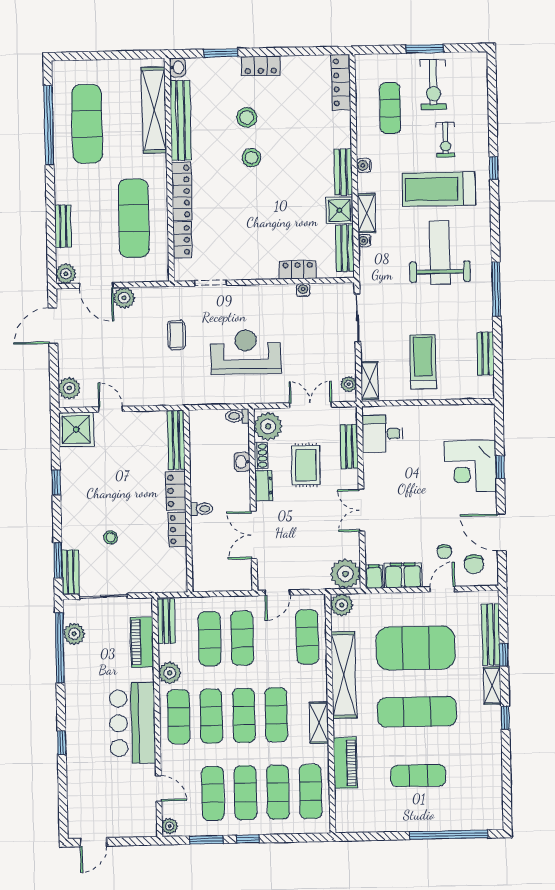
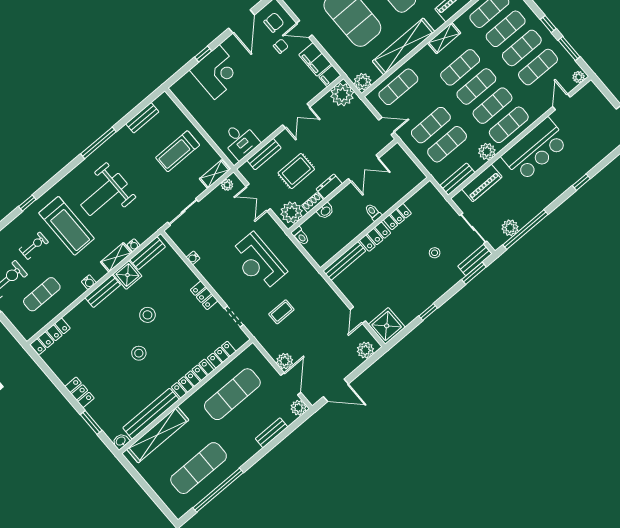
stool: (247, 117) -> (147, 315), moved
locker: (298, 270) -> (204, 295), moved

